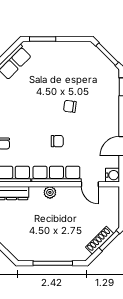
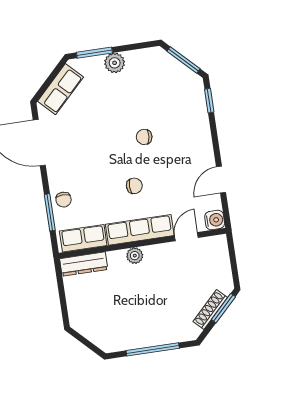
plant: (56, 49) -> (115, 63), added
door: (90, 184) -> (186, 237), swing flipped

